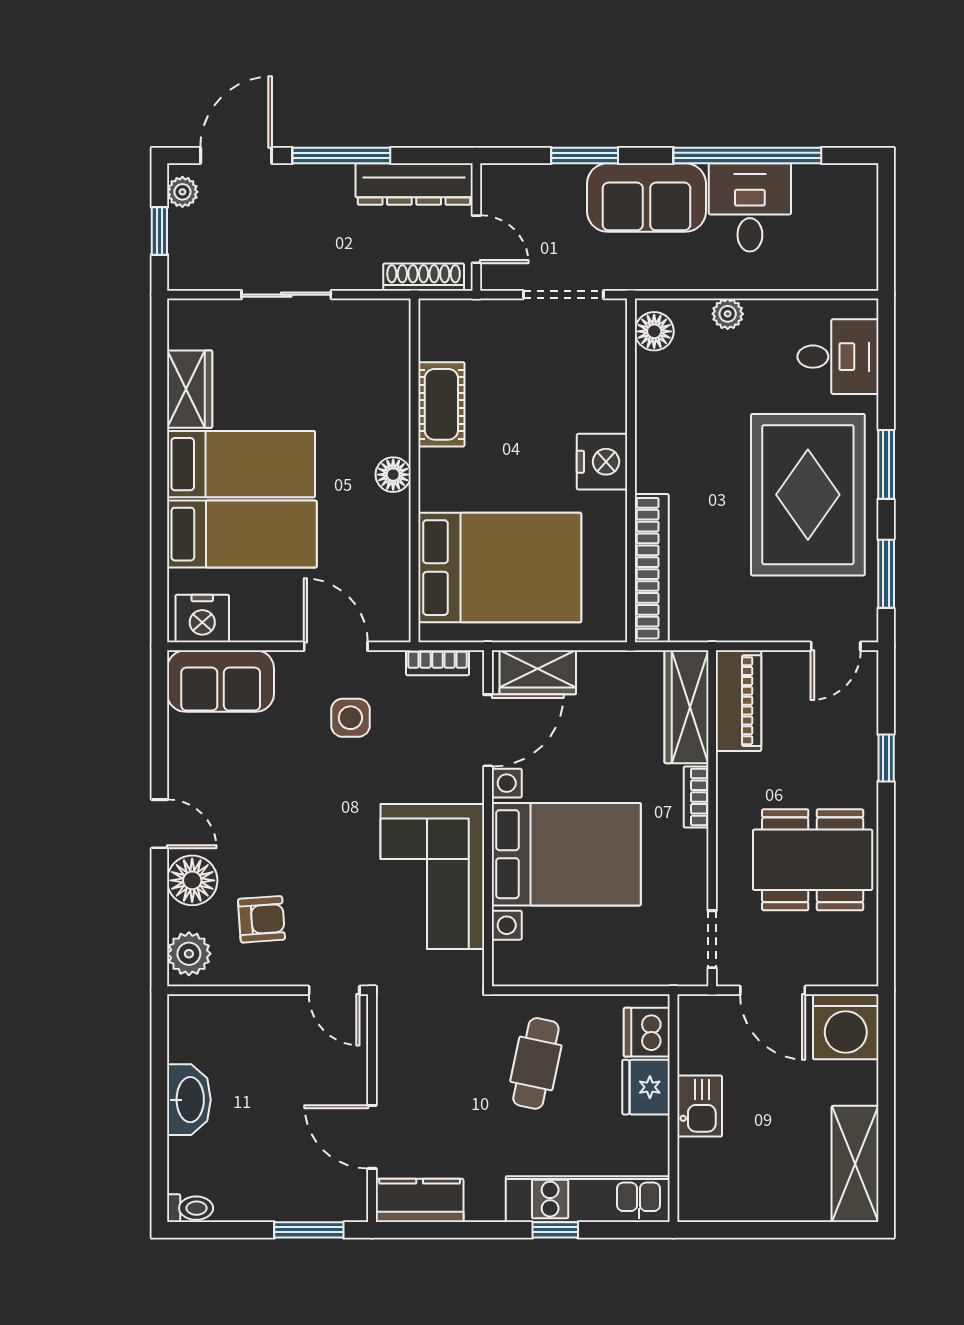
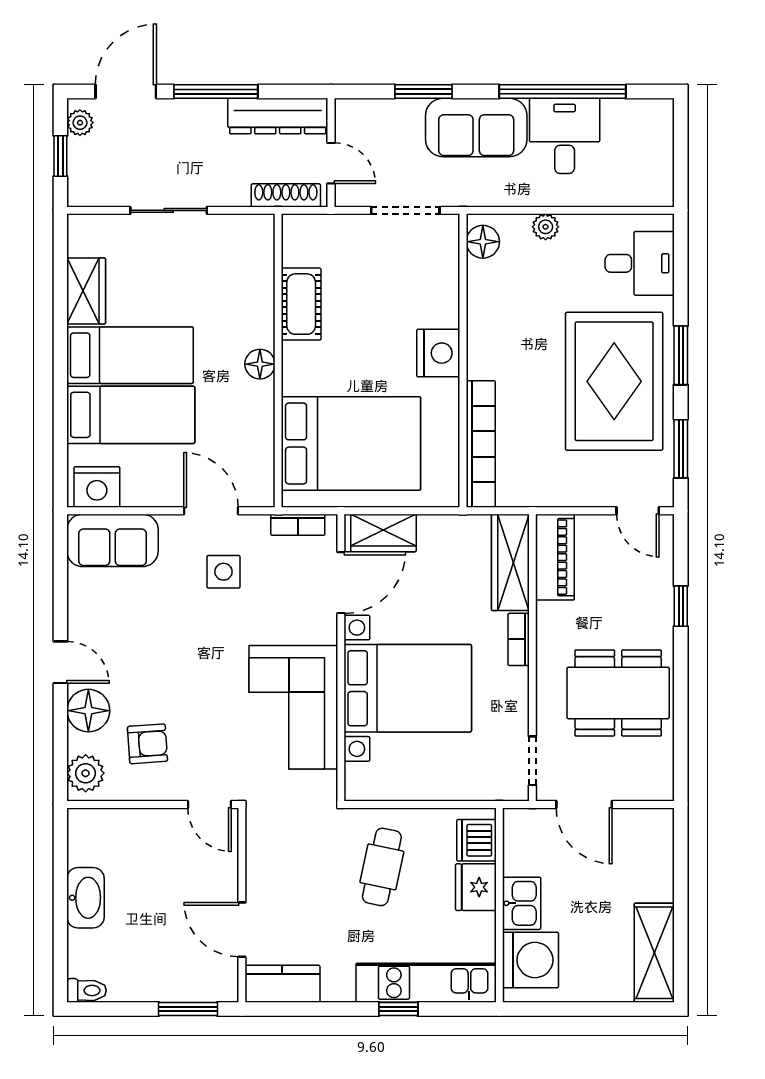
door: (836, 646) -> (638, 511), hinge flipped
washing machine: (846, 1027) -> (530, 960), moved, turned -90

